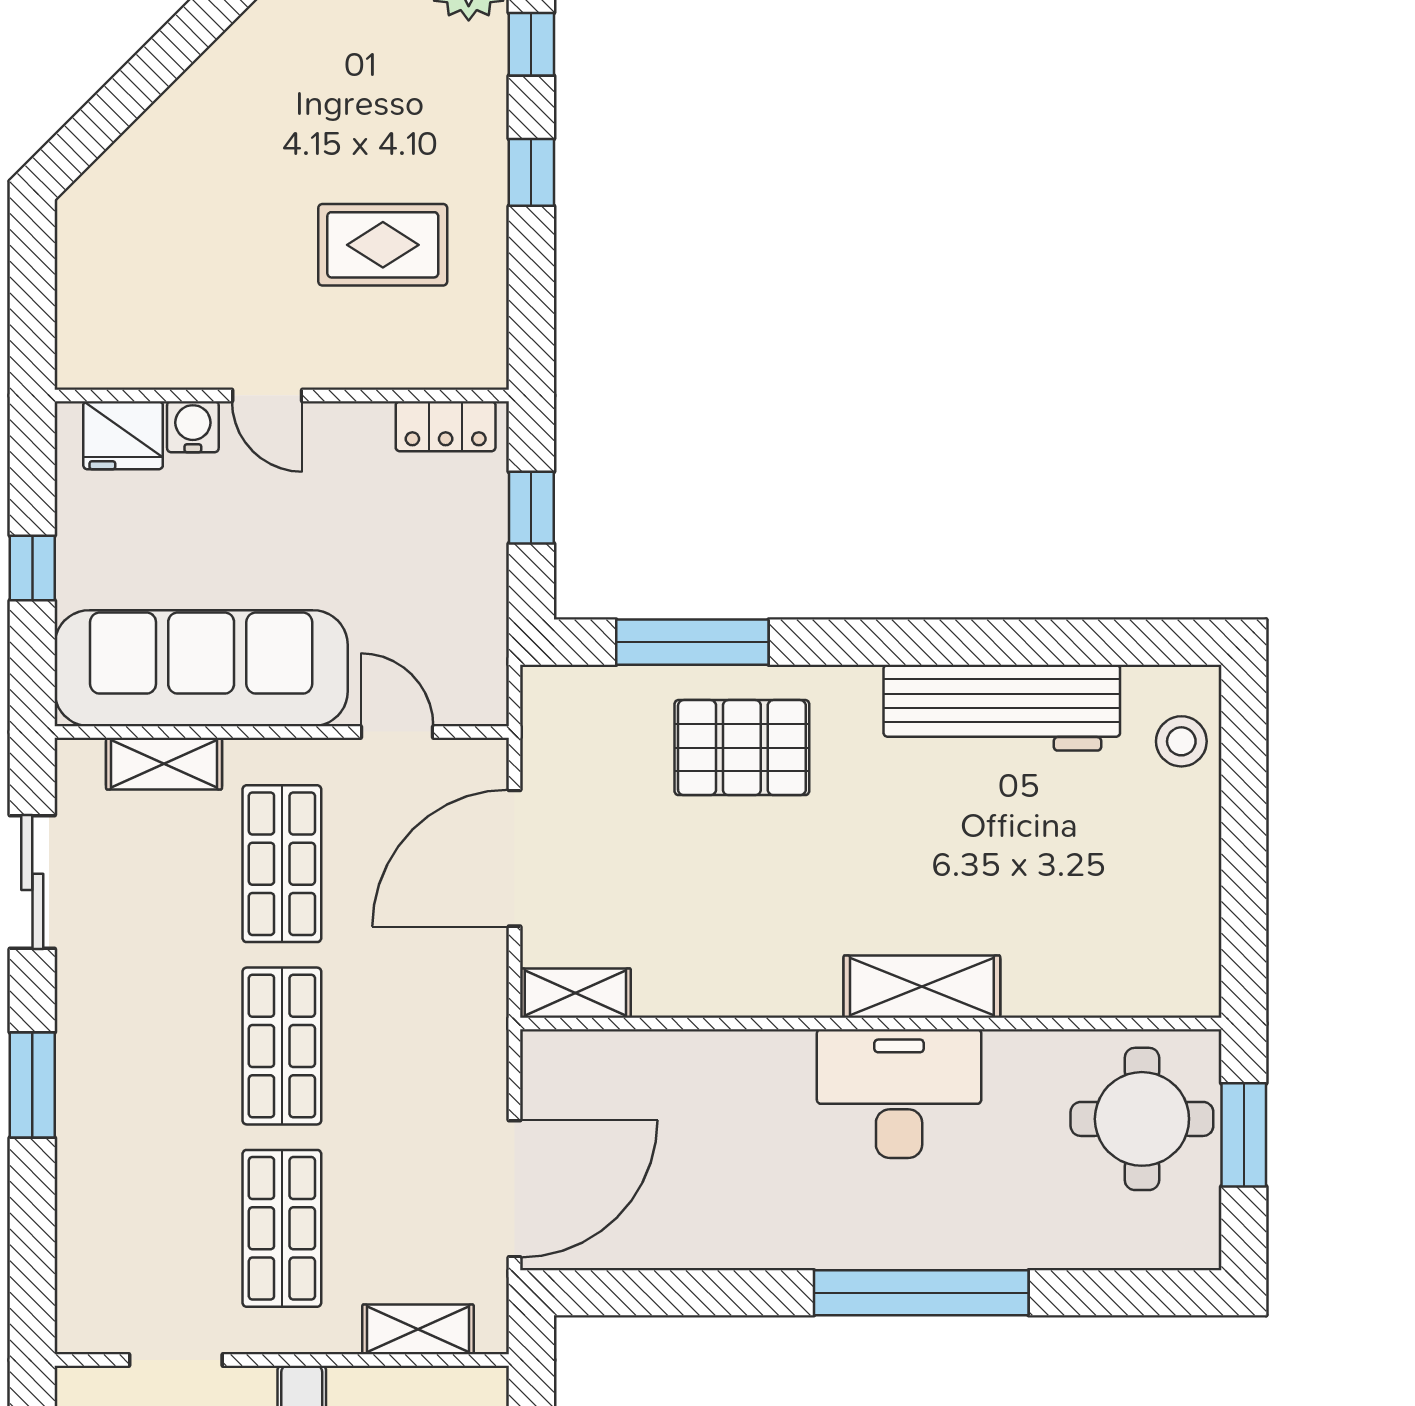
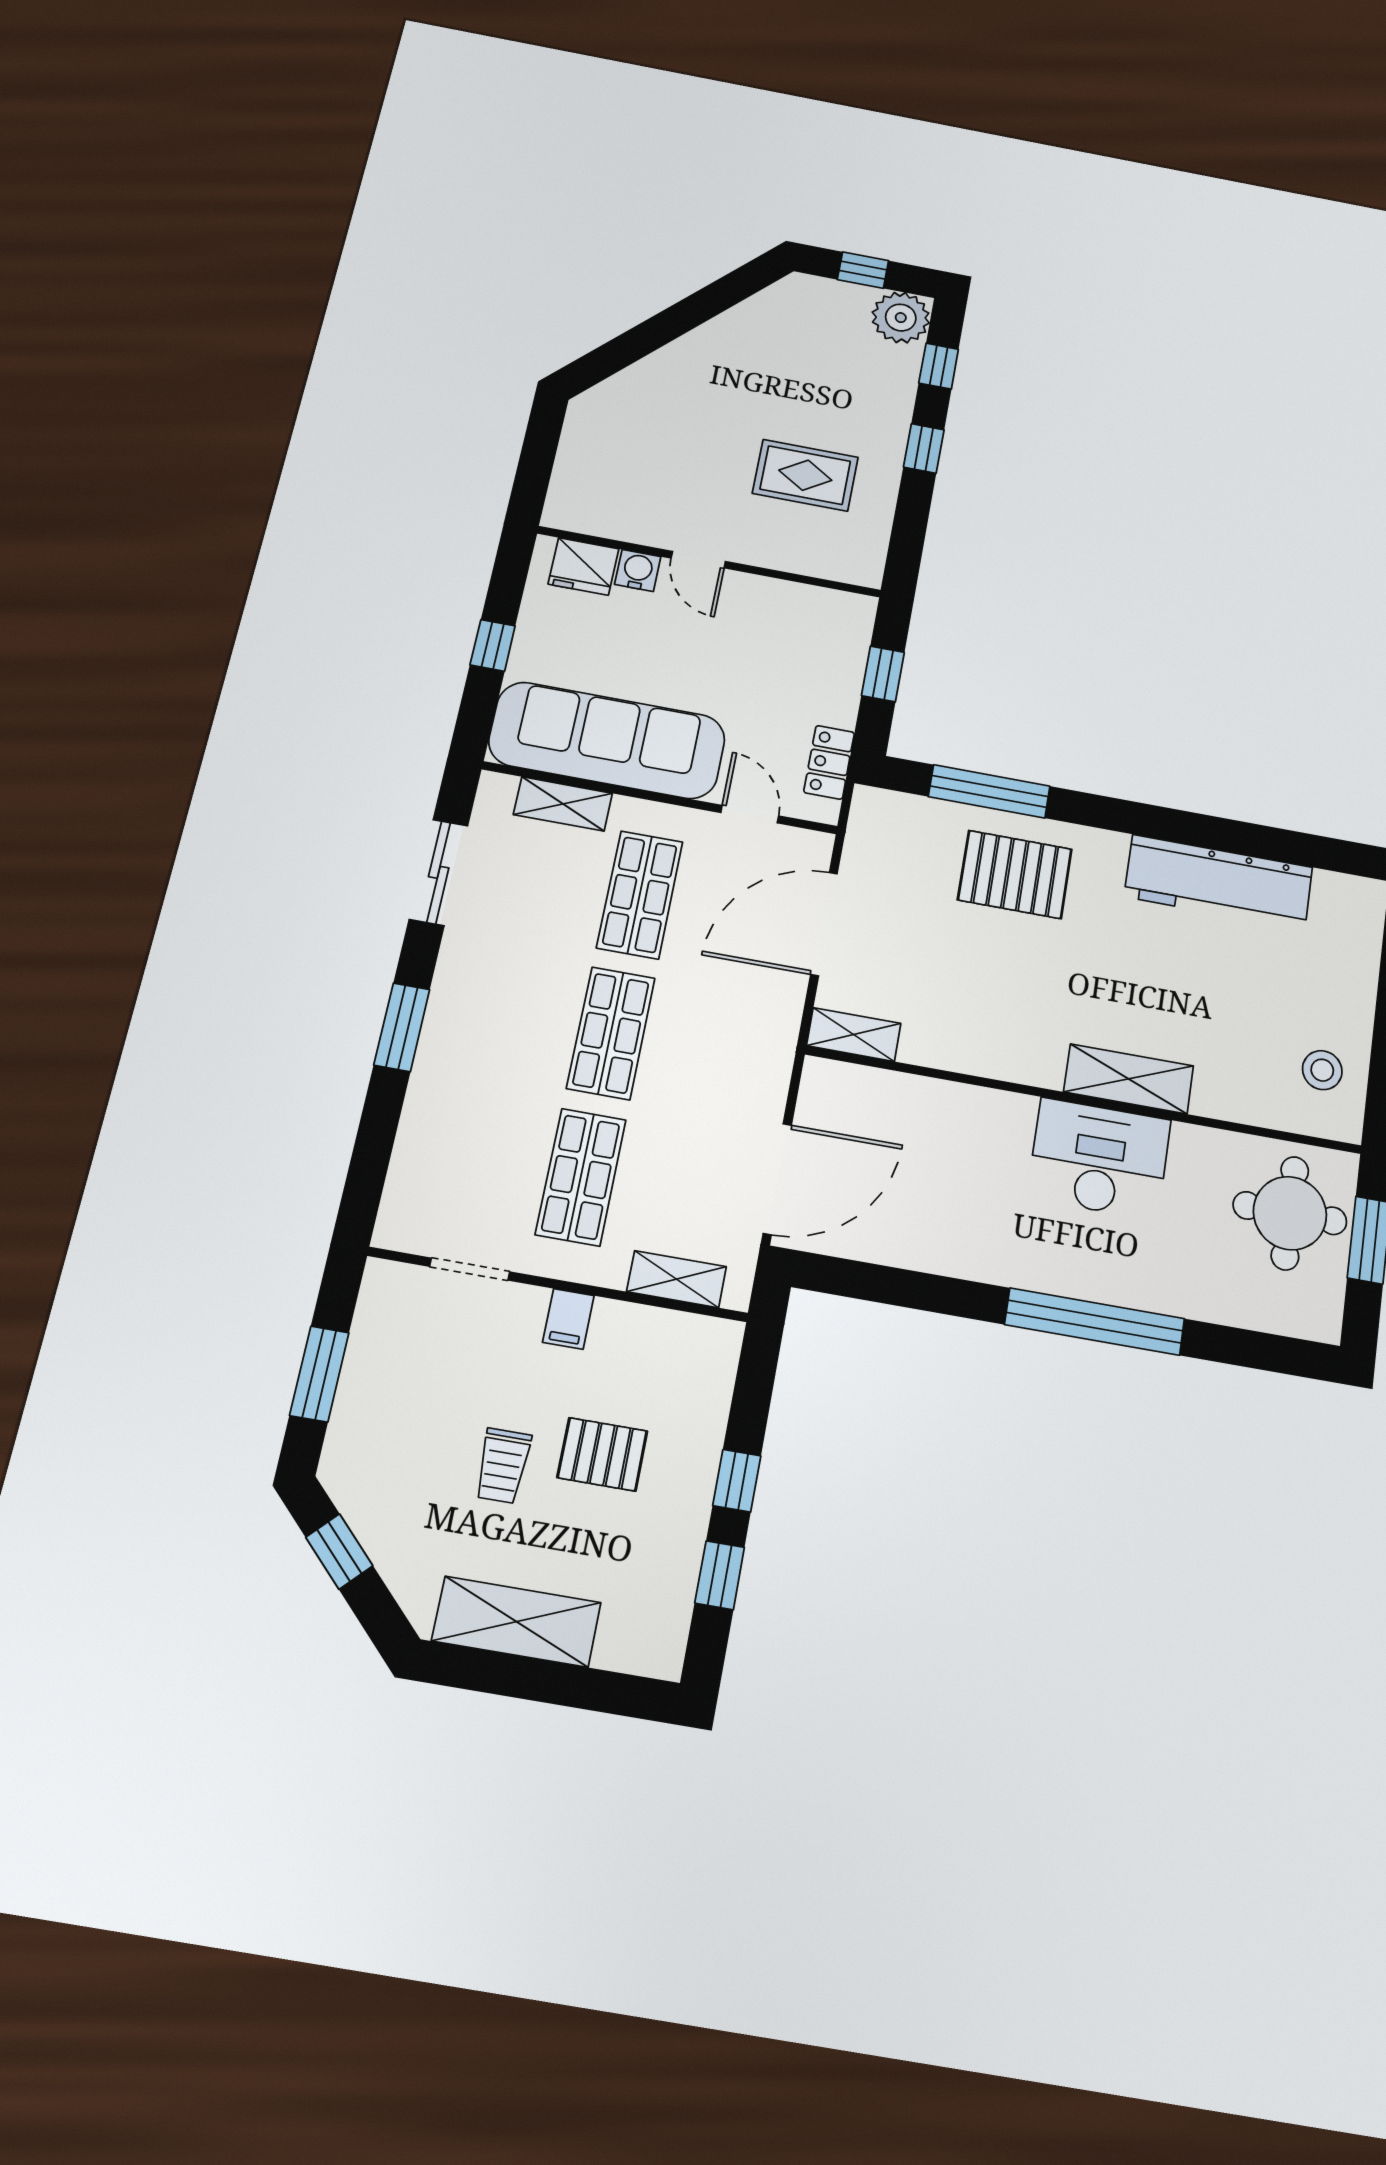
locker: (446, 426) -> (829, 762), moved, turned 90
stool: (1181, 741) -> (1322, 1070), moved

